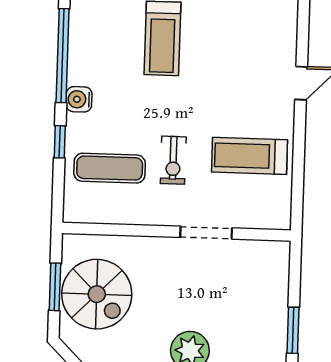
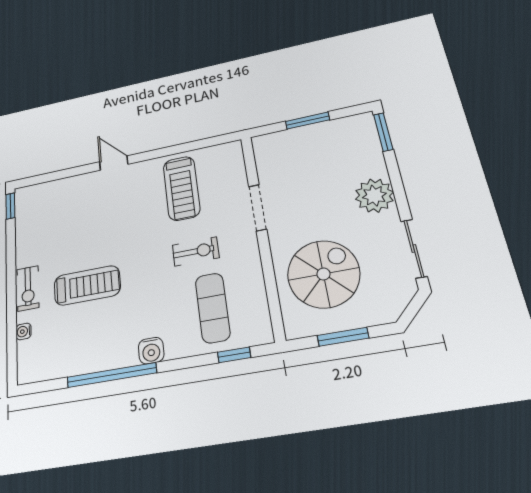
window: (60, 142) -> (234, 355), moved
spiral stairs: (97, 294) -> (324, 274), moved
window: (293, 330) -> (308, 121), moved

